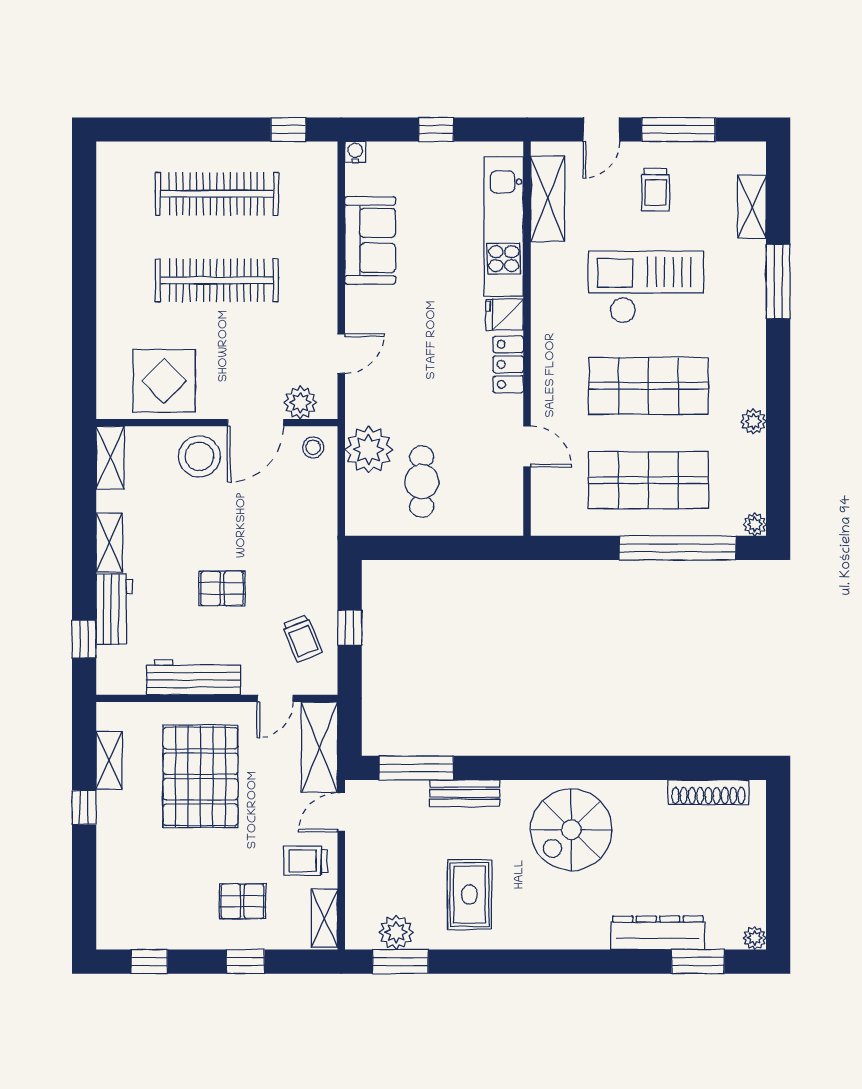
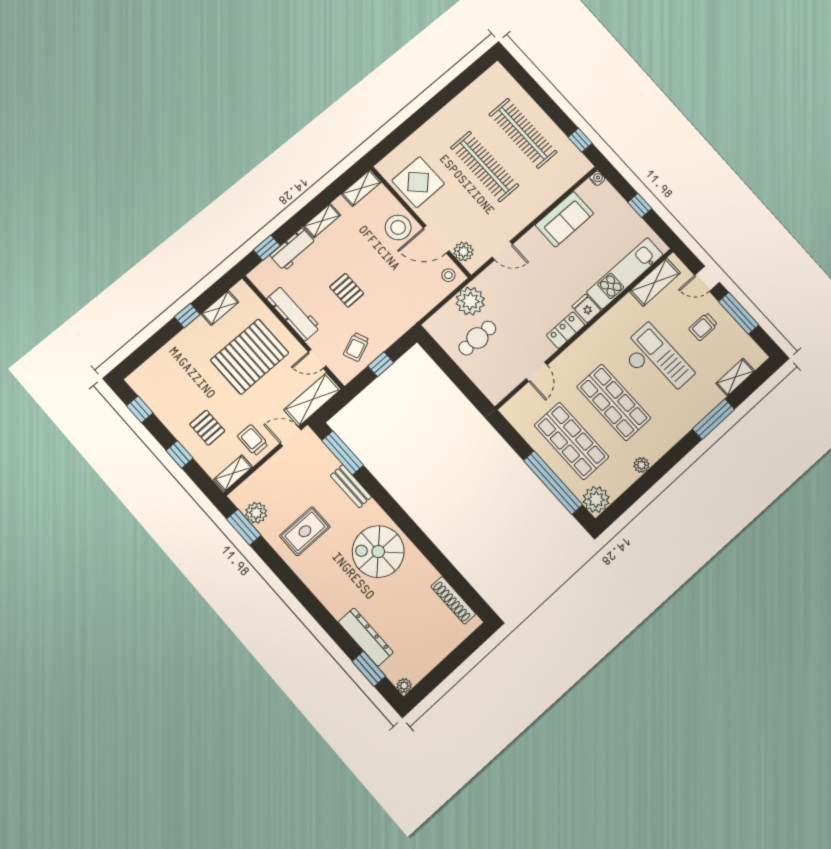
plant: (755, 524) -> (596, 499), width x1.88, depth x1.88

